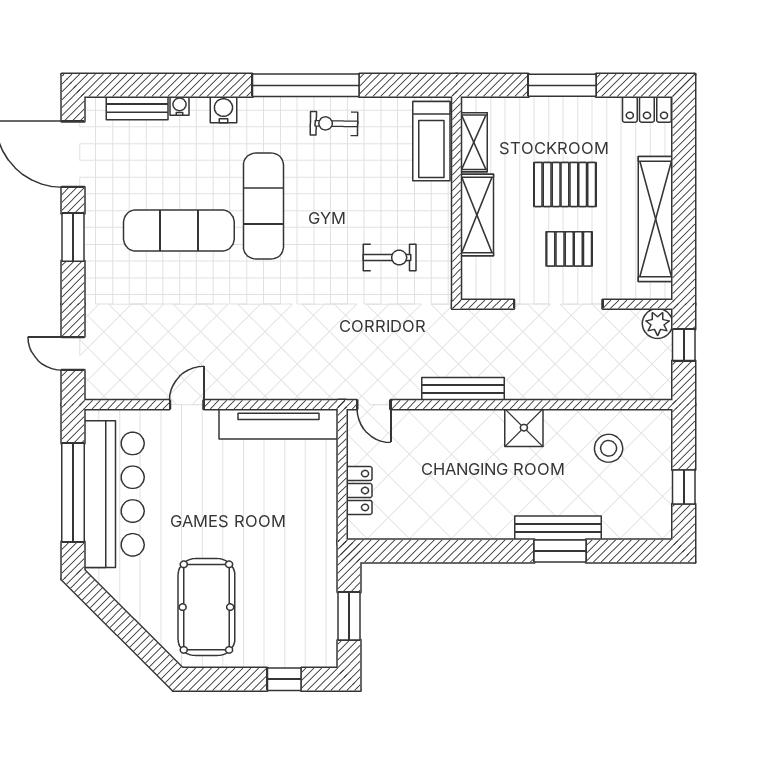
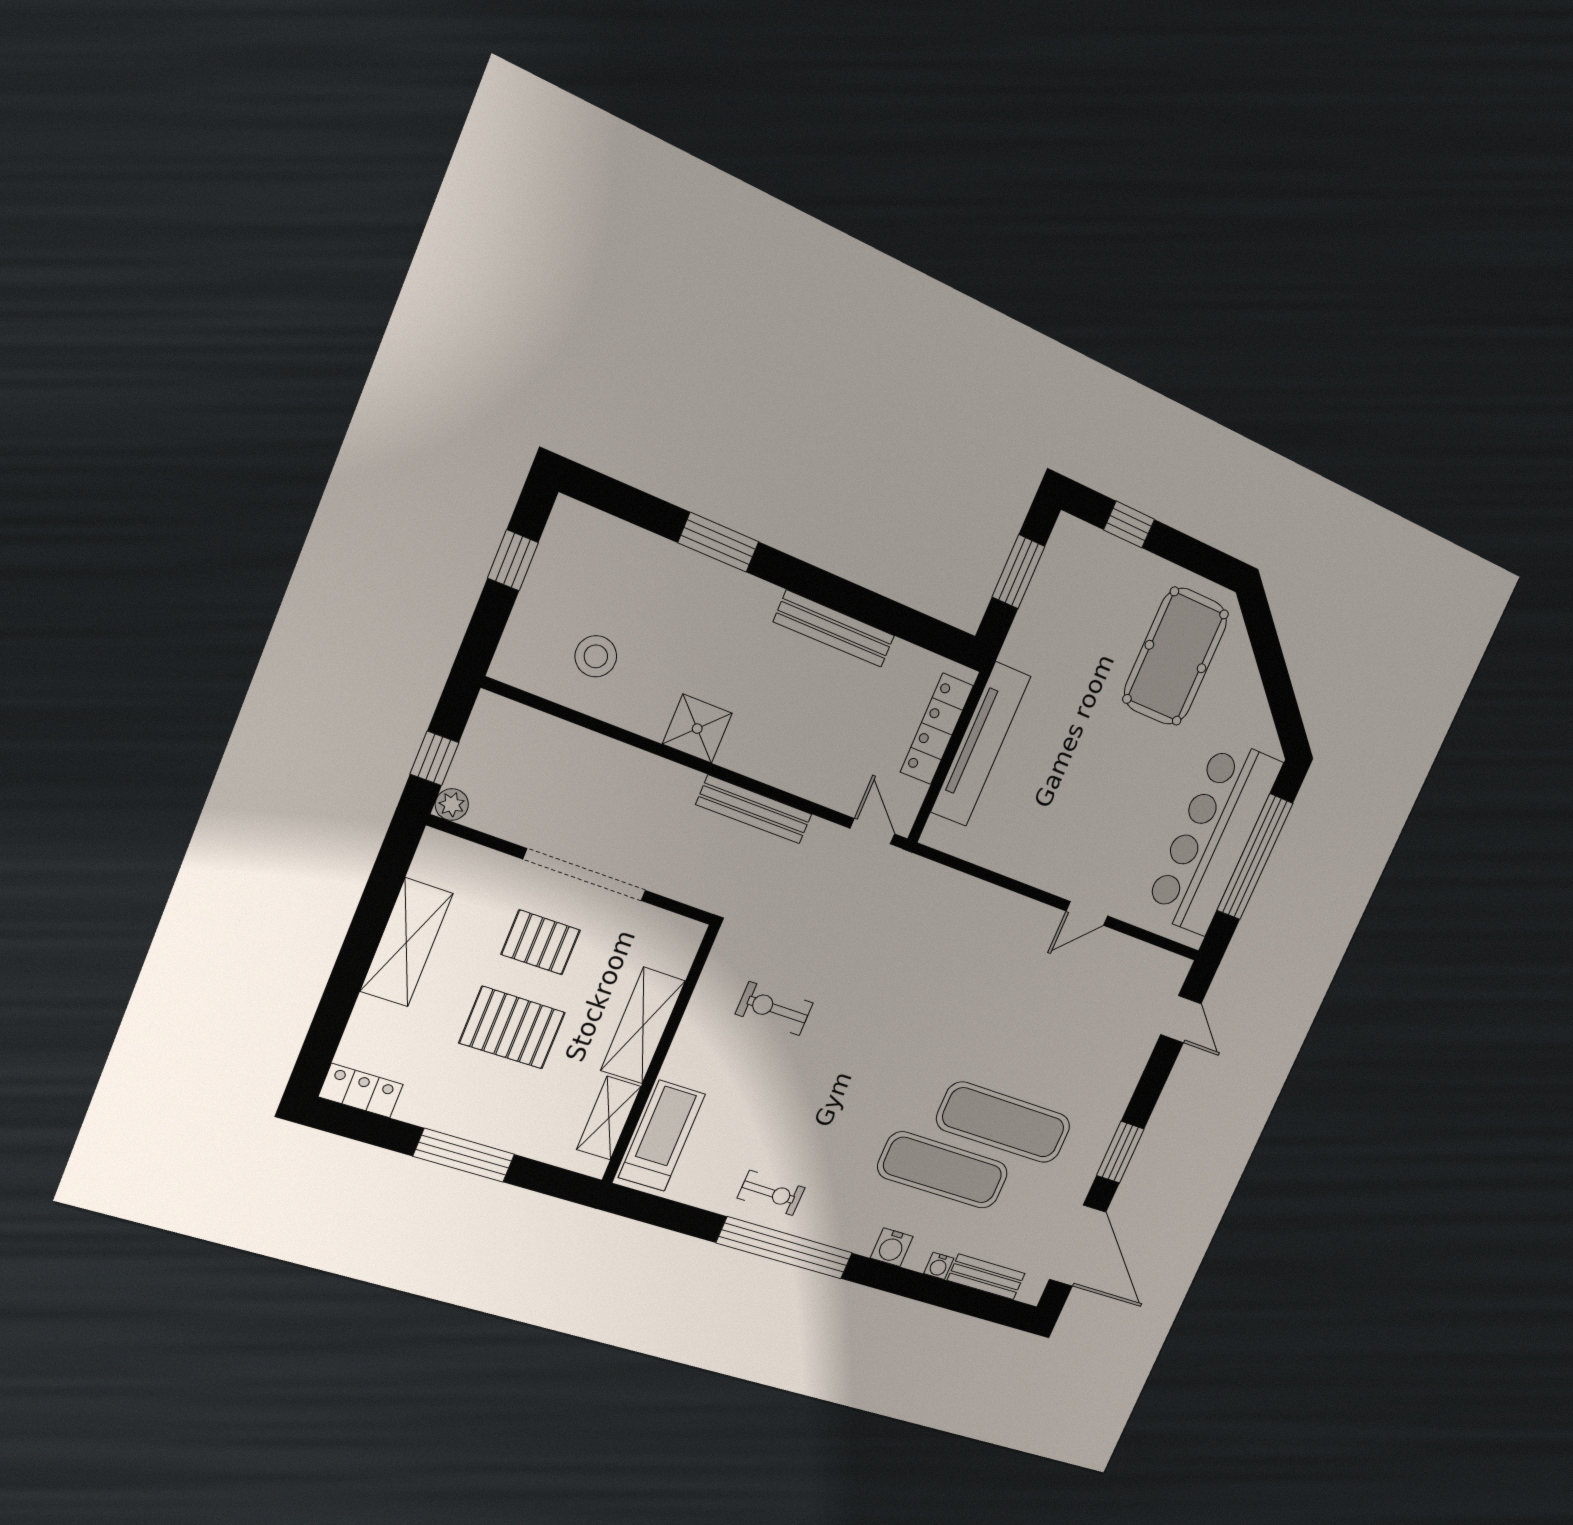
exercise mat: (263, 206) -> (943, 1170), moved, turned 90
shelving: (656, 219) -> (406, 942), width x0.68
plant: (658, 323) -> (452, 805), width x0.73, depth x0.73
tv unit: (279, 424) -> (981, 744), moved, turned 90
locker: (359, 490) -> (937, 729), width x1.53
bench: (558, 528) -> (834, 629), moved

